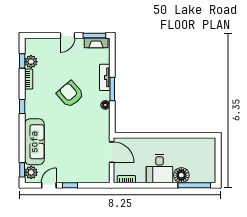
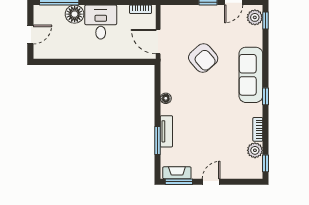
window: (22, 61) -> (266, 163), moved
window: (112, 89) -> (157, 140), moved
armchair: (70, 94) -> (203, 58), moved
sofa: (34, 142) -> (251, 75), moved
door: (218, 158) -> (30, 35), added

